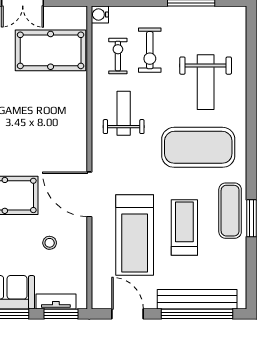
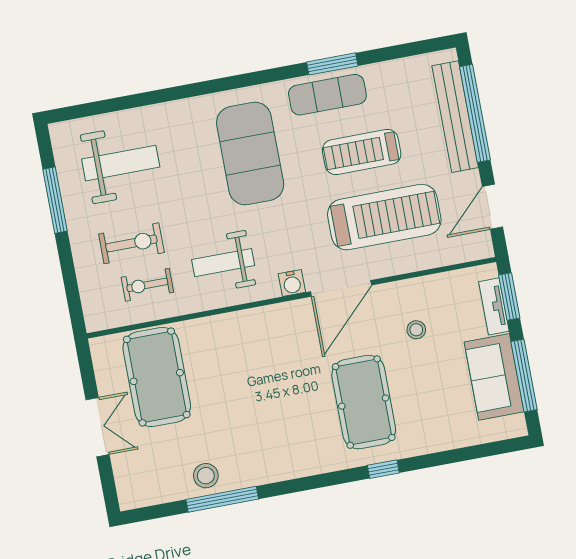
water cooler: (100, 14) -> (292, 283), moved
weight bench: (206, 82) -> (121, 163), moved

